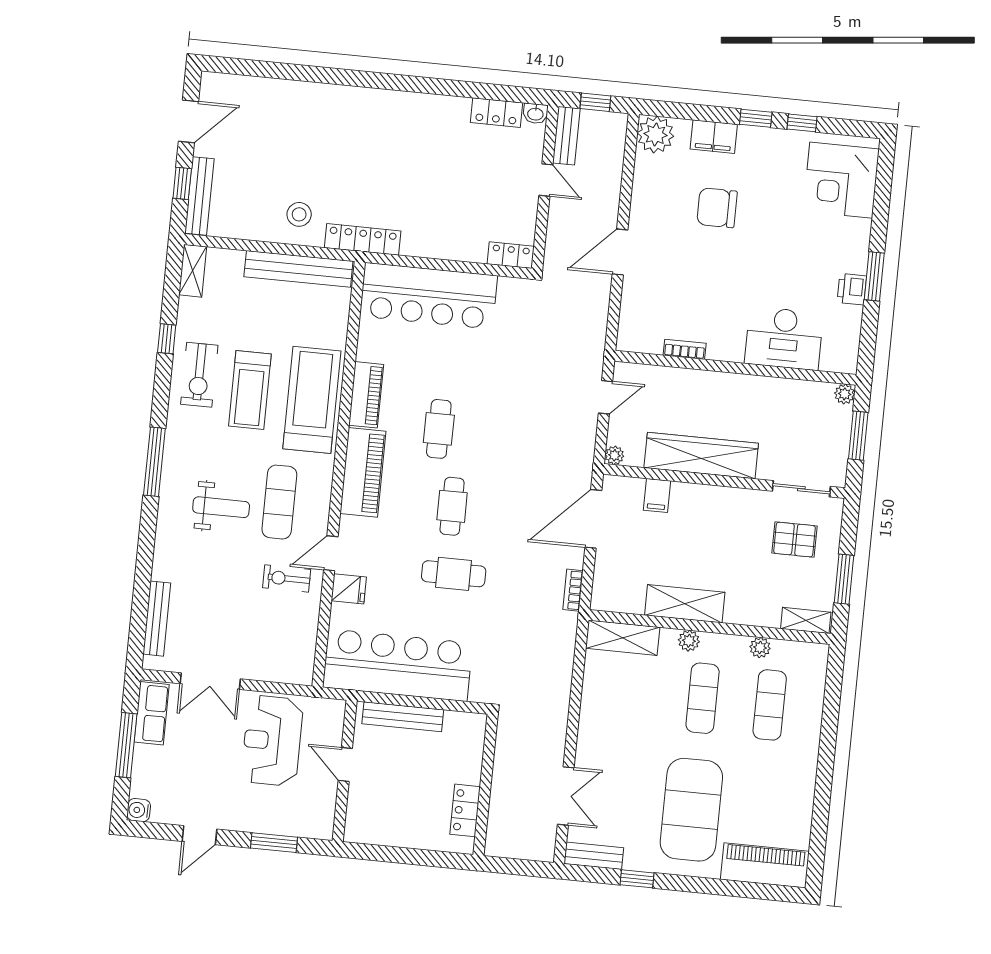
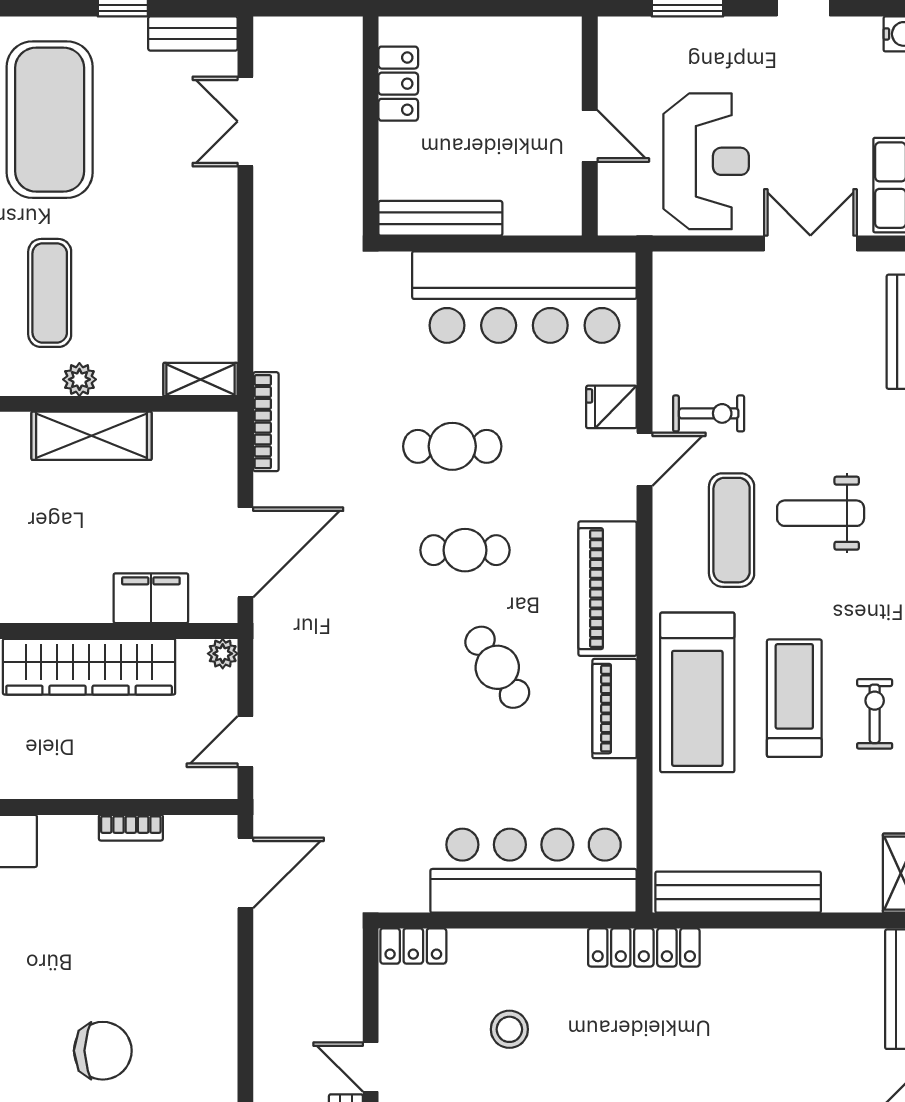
stool: (299, 214) -> (509, 1029), moved
door: (620, 252) -> (245, 873), moved
exercise bike: (199, 375) -> (875, 714), width x0.73, depth x0.72
cafe table: (439, 429) -> (497, 667), turned -33
filing cabinet: (657, 496) -> (151, 598), width x2.00
cafe table: (452, 506) -> (465, 550), turned 90
bookcase: (573, 590) -> (266, 422), width x1.56
shelving: (623, 638) -> (200, 379), width x0.67, depth x0.75
bench: (403, 717) -> (440, 218), moved

